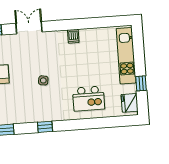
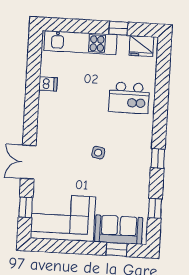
dishwasher: (73, 36) -> (48, 84), moved
kitchen island: (89, 99) -> (129, 98), turned 90

